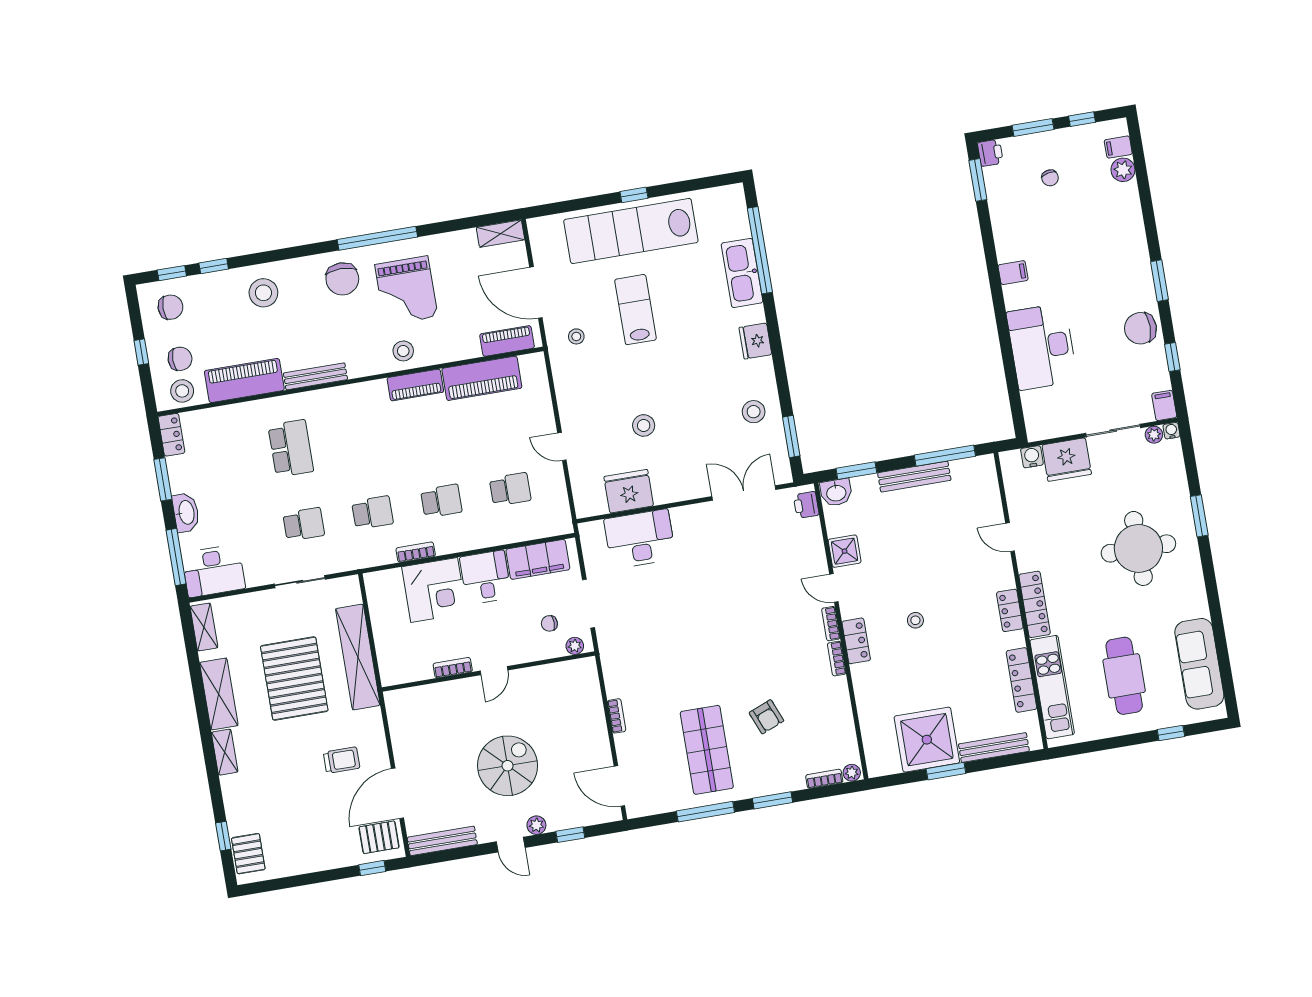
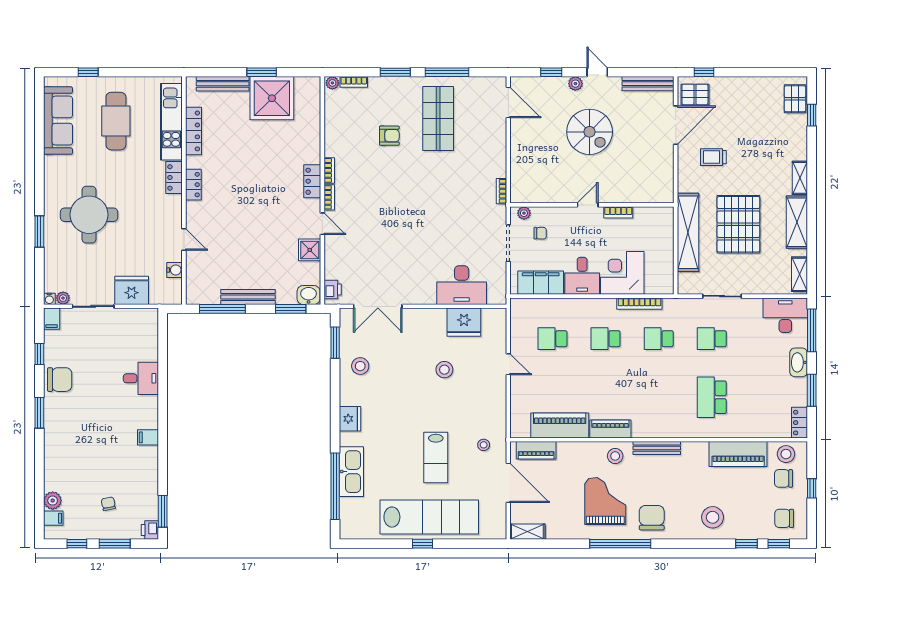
desk: (1042, 347) -> (141, 378), width x0.53, depth x0.77
bench: (315, 376) -> (657, 448), moved
water cooler: (1032, 457) -> (175, 270), moved, turned -90
bookcase: (416, 552) -> (639, 304), width x1.56
locker: (1035, 604) -> (174, 177), width x0.66
stool: (915, 620) -> (265, 189), removed
bookcase: (617, 716) -> (502, 191), moved
armchair: (766, 717) -> (389, 136), turned 112
spiral stairs: (508, 766) -> (590, 132), turned -90

